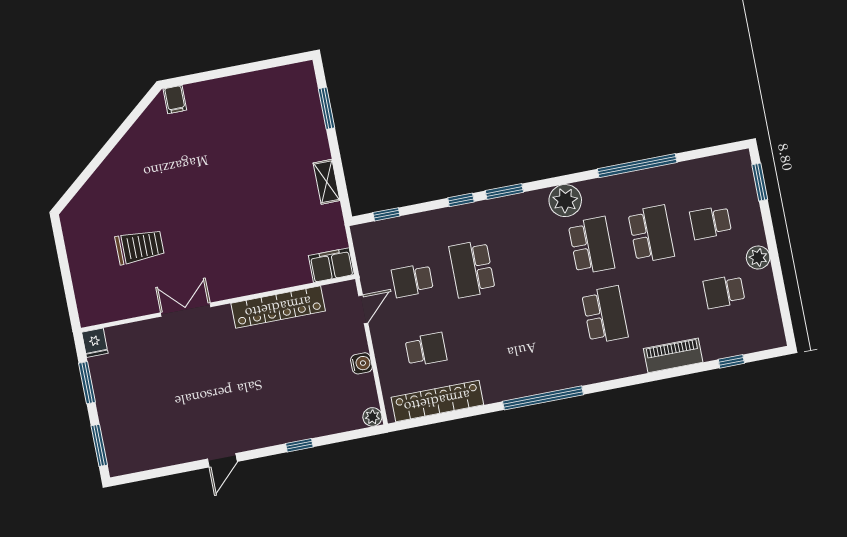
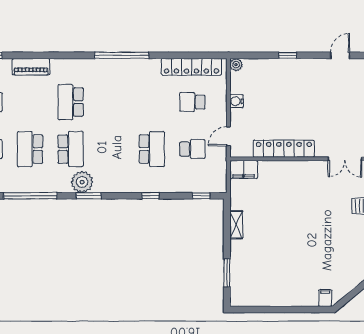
window: (504, 191) -> (89, 196), moved
school desk: (591, 246) -> (71, 149), turned 180

